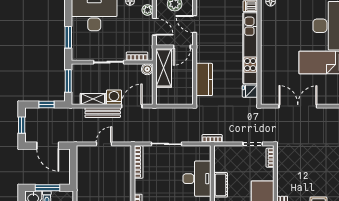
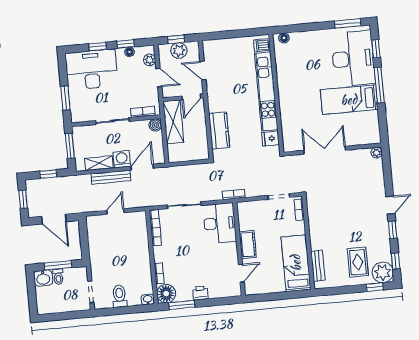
desk: (197, 179) -> (220, 223), moved

